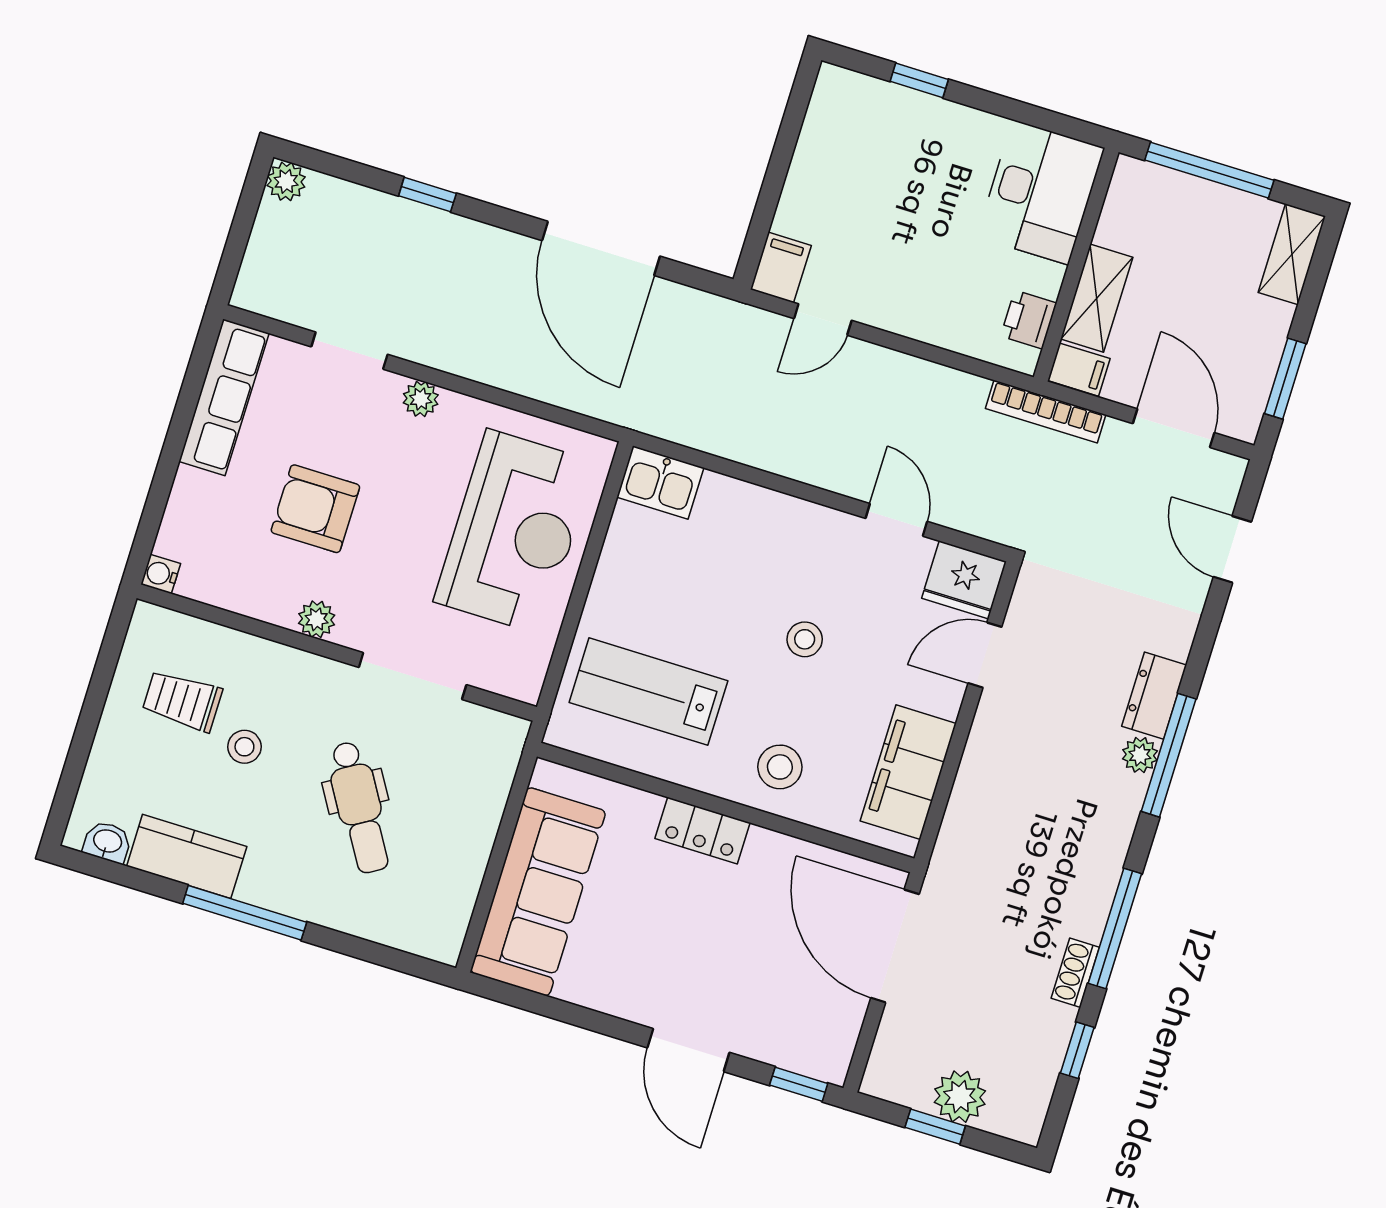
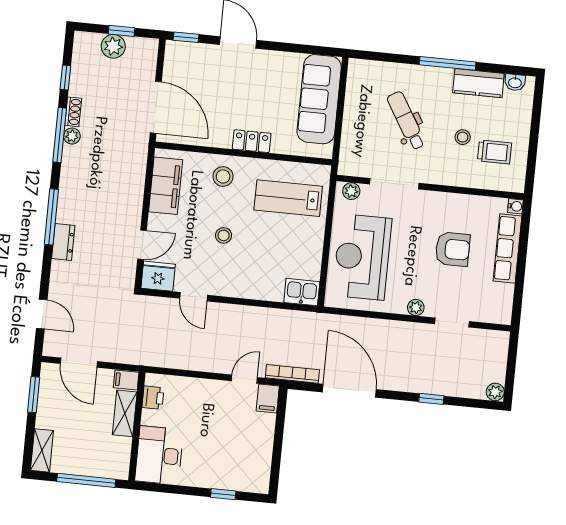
row of seats: (224, 397) -> (508, 248), moved
bookcase: (1046, 412) -> (292, 374), moved
plant: (317, 619) -> (351, 191), moved
lab bench: (648, 692) -> (288, 198), turned 180
plant: (1140, 755) -> (72, 136), moved

